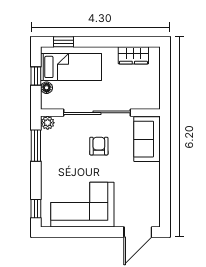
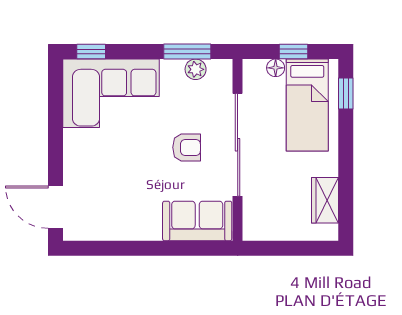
plant: (48, 123) -> (196, 69), moved
corner sofa: (82, 205) -> (111, 93), moved, turned 90

